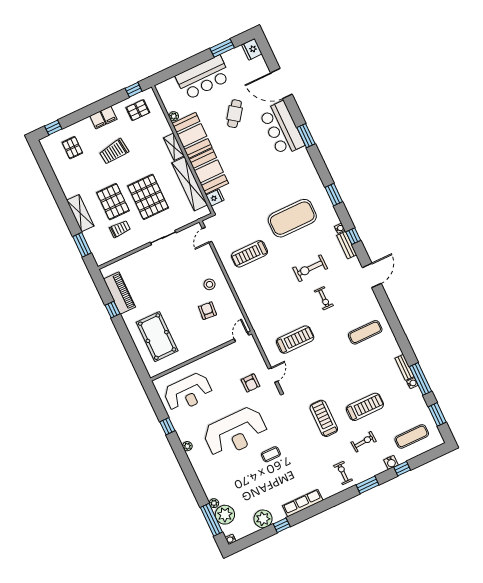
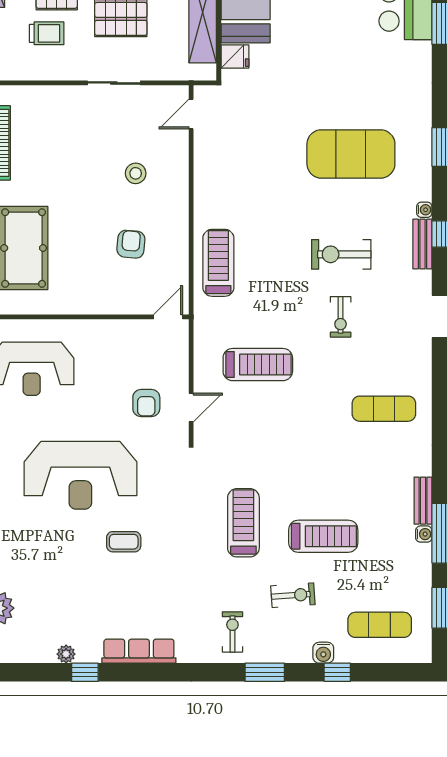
treadmill: (249, 254) -> (218, 263), moved, turned 90
stool: (210, 284) -> (136, 173), moved
plant: (263, 519) -> (66, 654), width x0.53, depth x0.53

